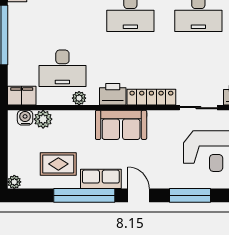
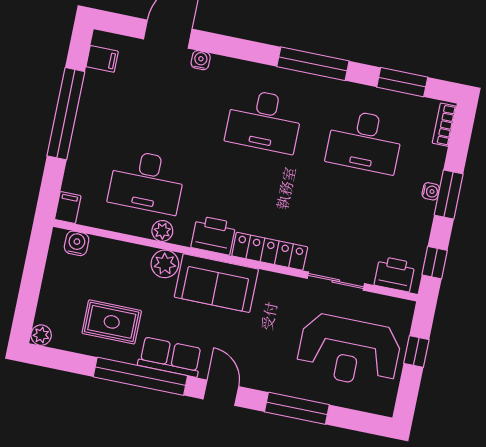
filing cabinet: (22, 96) -> (68, 208), width x0.50
plant: (43, 119) -> (165, 264), moved

